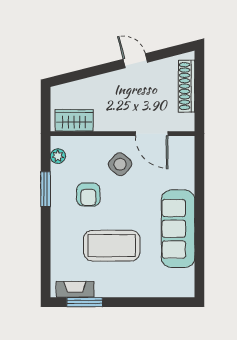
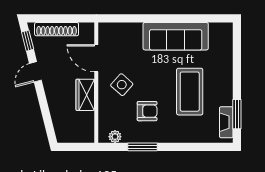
window: (173, 51) -> (28, 41), added
wardrobe: (74, 120) -> (85, 95), moved
door: (152, 134) -> (96, 58), swing flipped

